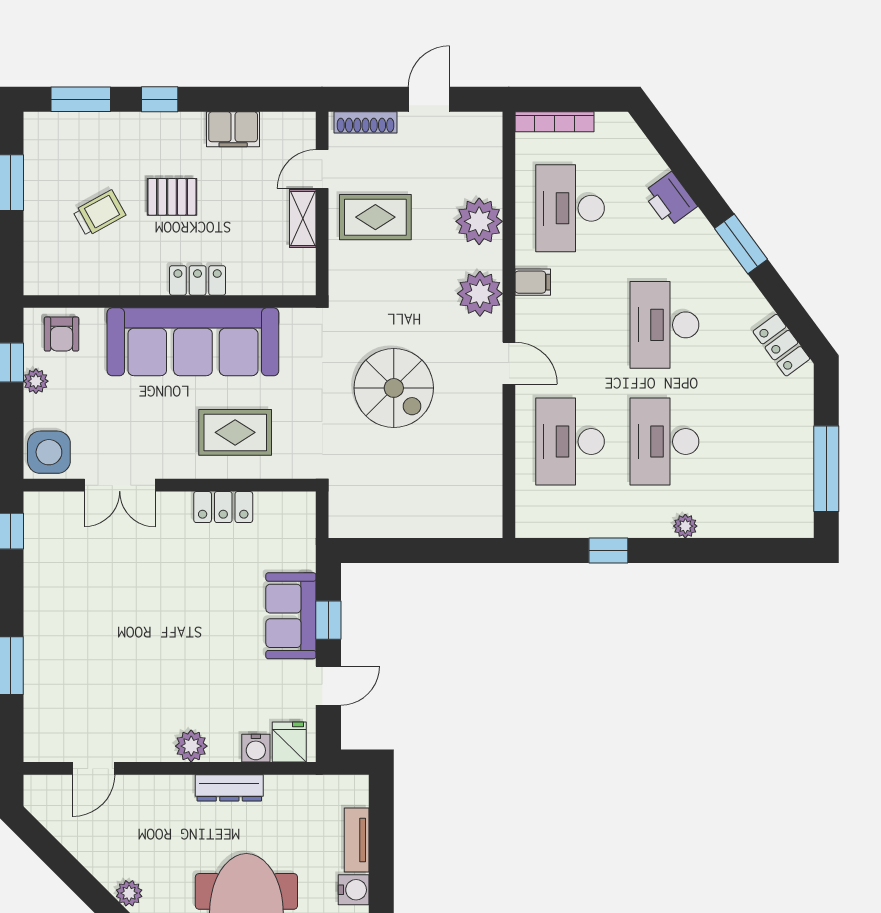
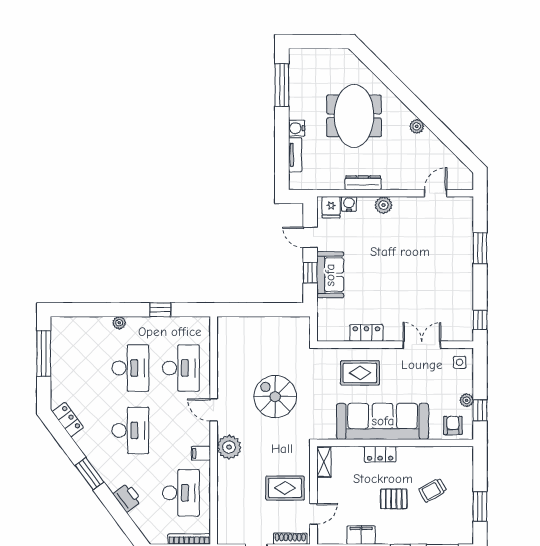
shelving: (303, 218) -> (324, 462), moved
plant: (479, 221) -> (229, 486), removed
side table: (49, 452) -> (460, 362), width x0.54, depth x0.54
door: (328, 686) -> (310, 237), hinge flipped

